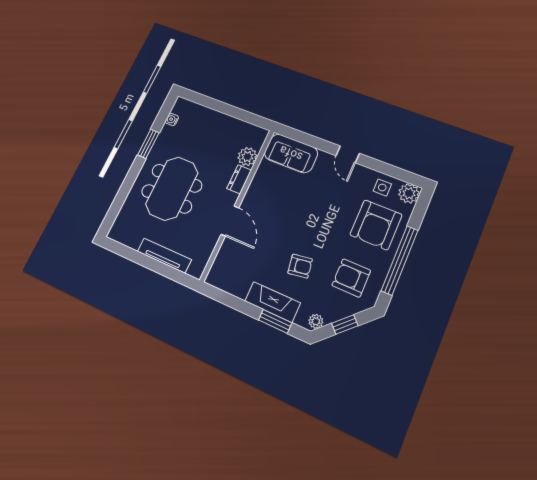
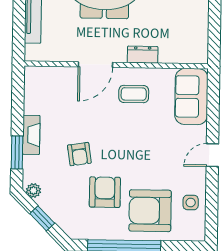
plant: (247, 157) -> (170, 52), removed
plant: (409, 193) -> (195, 230), removed
coffee table: (268, 199) -> (134, 94), added
armchair: (351, 278) -> (105, 192), moved
fireplace: (273, 302) -> (31, 135), width x0.73, depth x0.76

